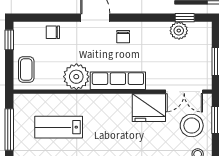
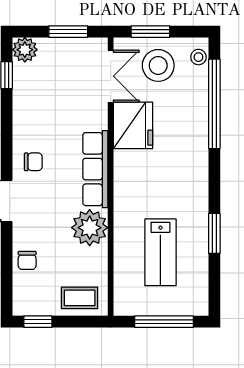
plant: (179, 31) -> (25, 50), moved

